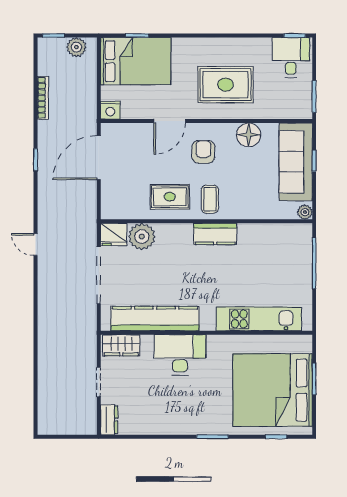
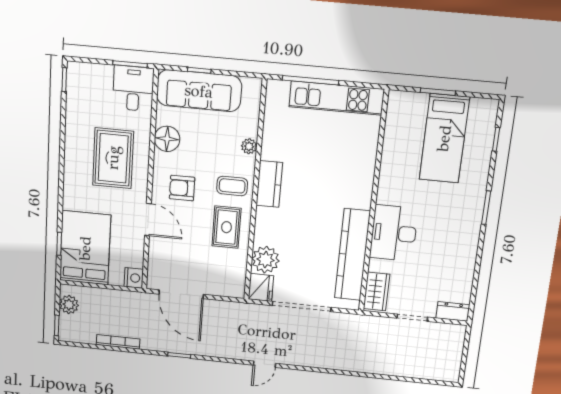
desk: (291, 57) -> (133, 88), moved, turned 90
plant: (305, 212) -> (249, 146), moved
kitchen unit: (259, 319) -> (337, 98), moved, turned -90
bed: (273, 390) -> (444, 138), width x0.49

